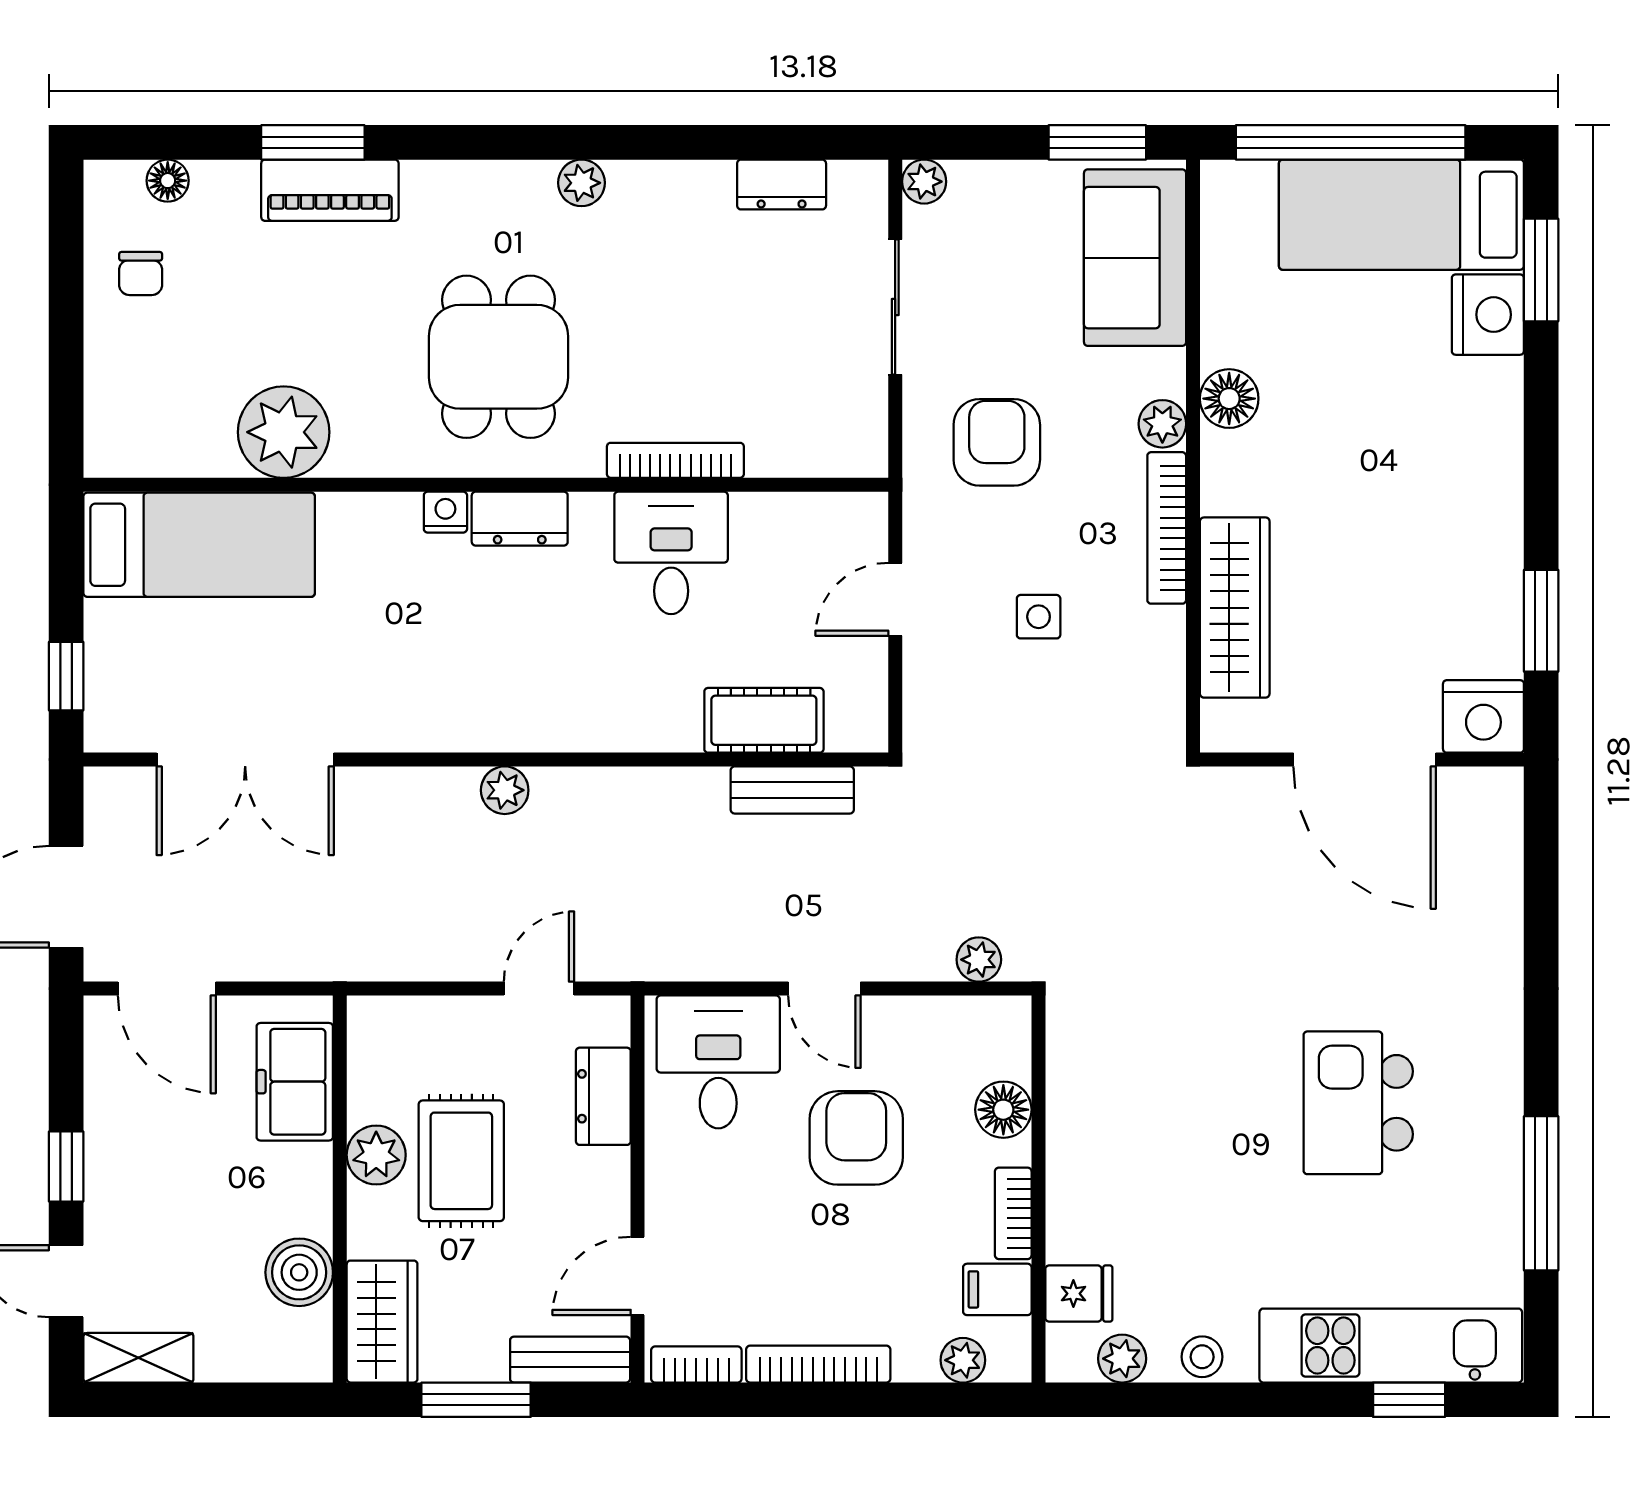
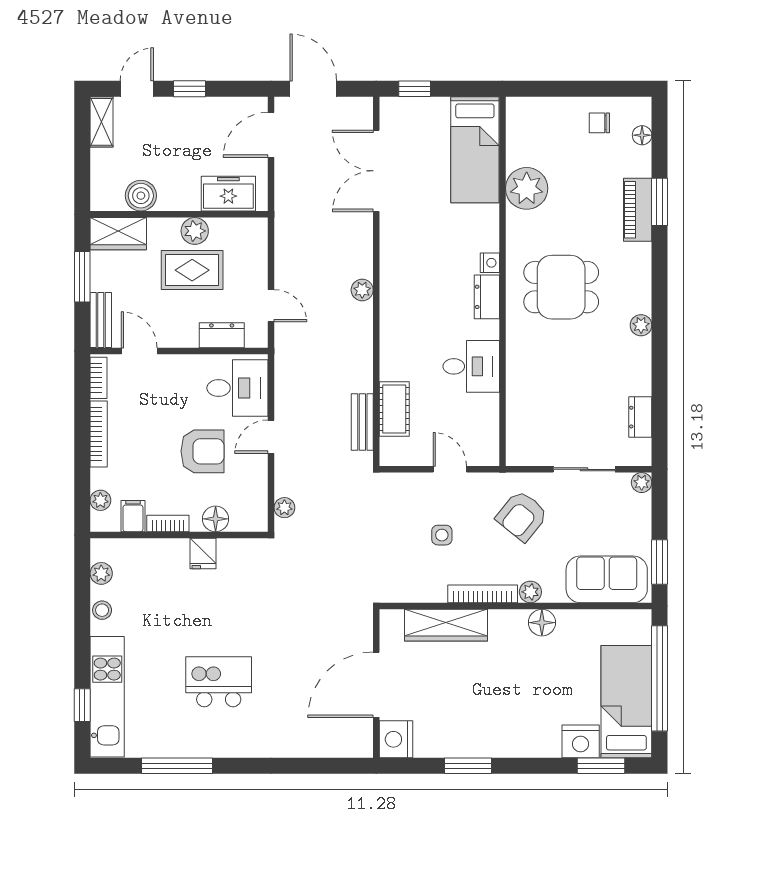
armchair: (997, 442) -> (522, 516), turned 129
bookcase: (675, 460) -> (514, 368), removed
window: (1541, 621) -> (468, 766), moved
fridge: (1079, 1294) -> (203, 554), moved

